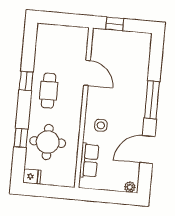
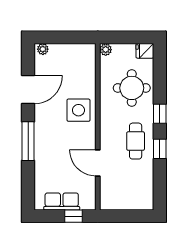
side table: (101, 125) -> (78, 110), width x1.87, depth x1.87
window: (21, 138) -> (160, 114), moved
row of seats: (89, 160) -> (62, 202), moved, turned 90
plant: (69, 181) -> (106, 50), added

